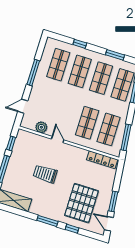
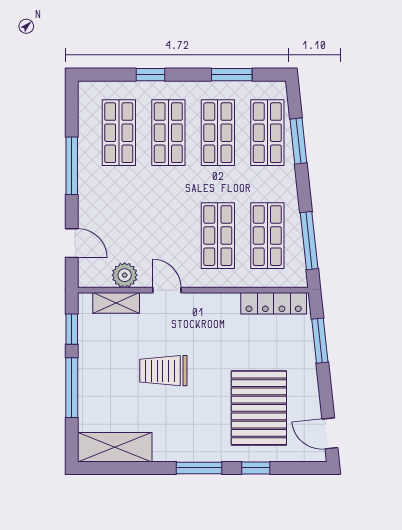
door: (23, 106) -> (72, 243), swing flipped
shelving: (34, 138) -> (116, 303), added
window: (113, 201) -> (320, 341), moved

